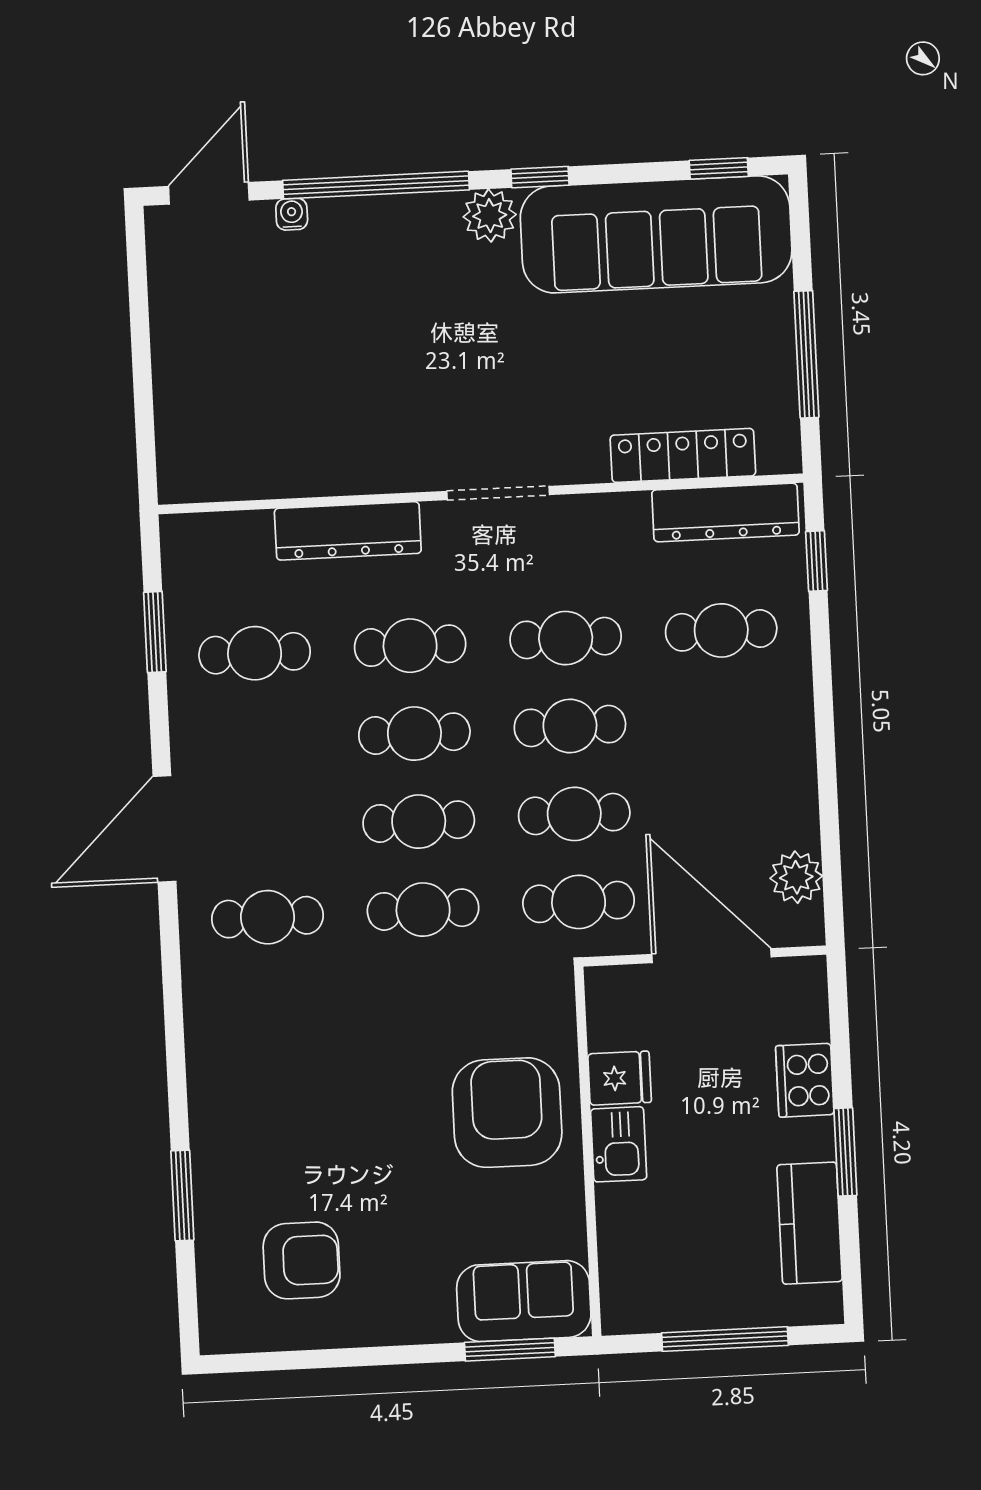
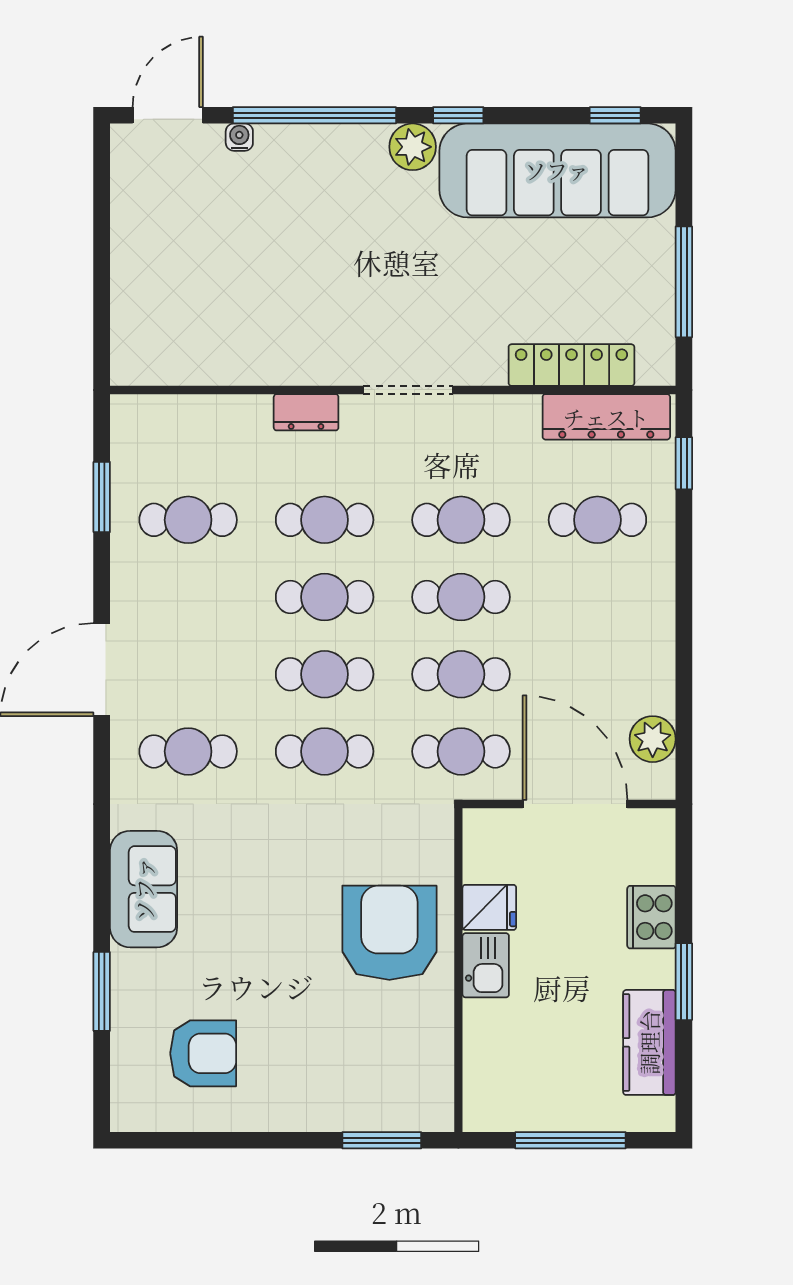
dresser: (348, 531) -> (306, 412), width x0.51, depth x0.80
sofa: (524, 1301) -> (144, 889), moved, turned 90

